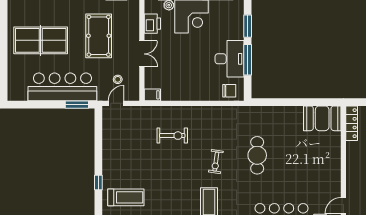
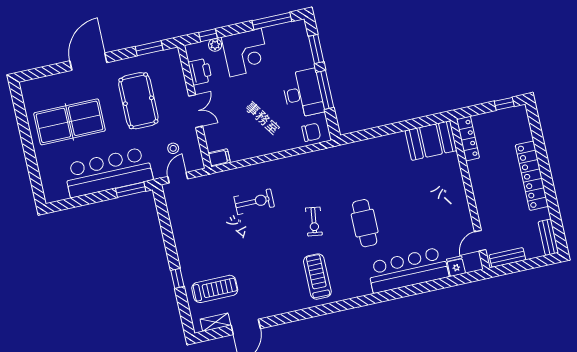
cafe table: (257, 155) -> (365, 223), moved

